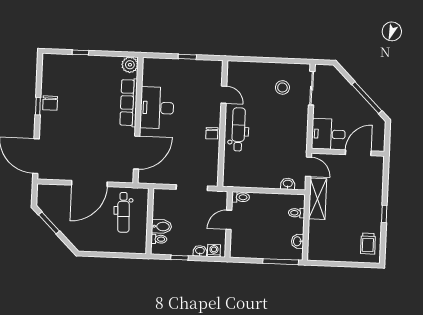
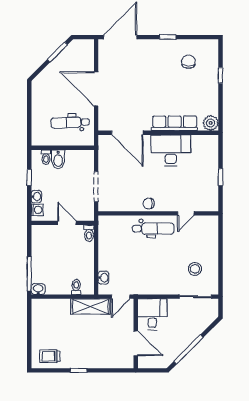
chair: (50, 103) -> (188, 62), moved, turned 90
washbasin: (298, 241) -> (38, 289), moved

